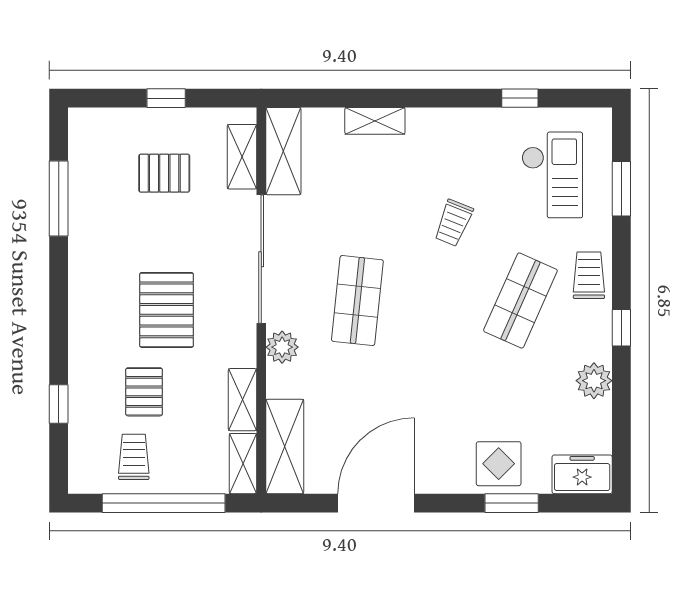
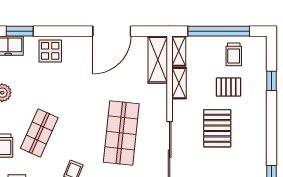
shop shelf: (357, 301) -> (121, 133), width x1.43, depth x1.36
plant: (282, 347) -> (159, 110), removed
pallet: (144, 392) -> (229, 87), turned 90
window: (512, 503) -> (20, 31), moved

